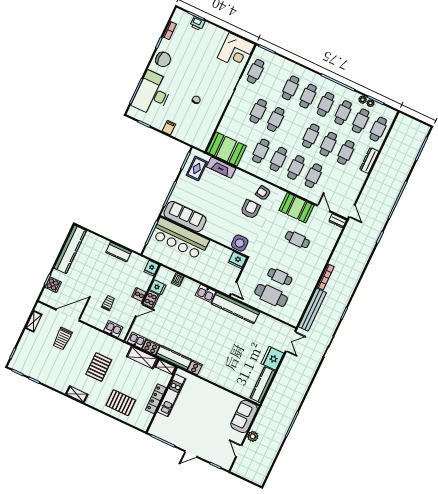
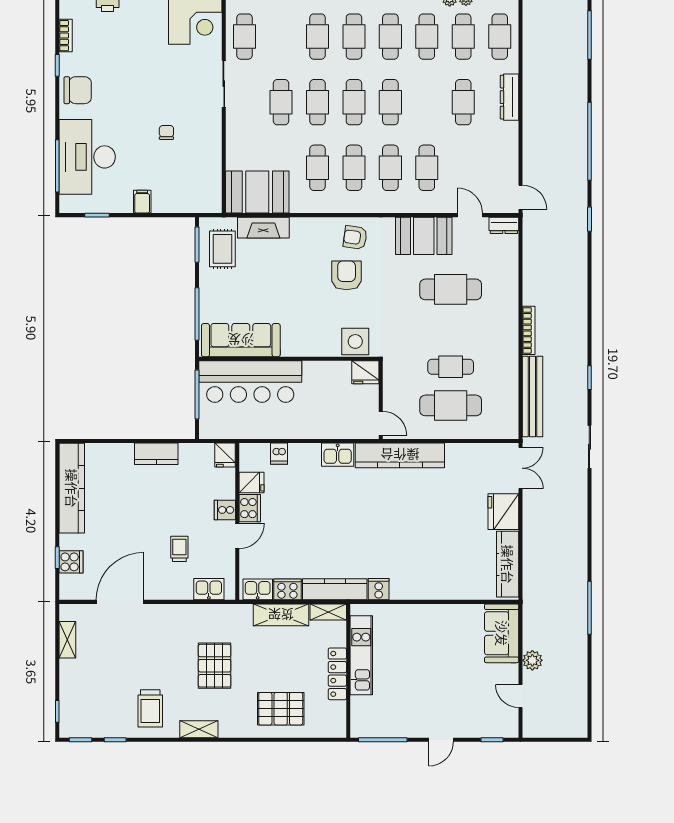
cafe table: (328, 144) -> (354, 102), moved
cafe table: (297, 240) -> (451, 289), width x1.37, depth x1.35
trolley: (62, 339) -> (150, 708), moved

